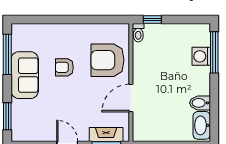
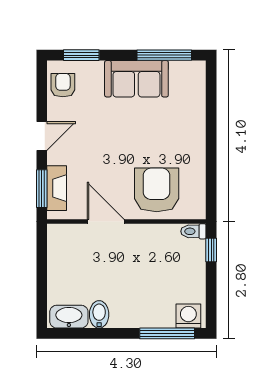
washing machine: (201, 56) -> (188, 316), moved
armchair: (64, 67) -> (63, 85), moved

